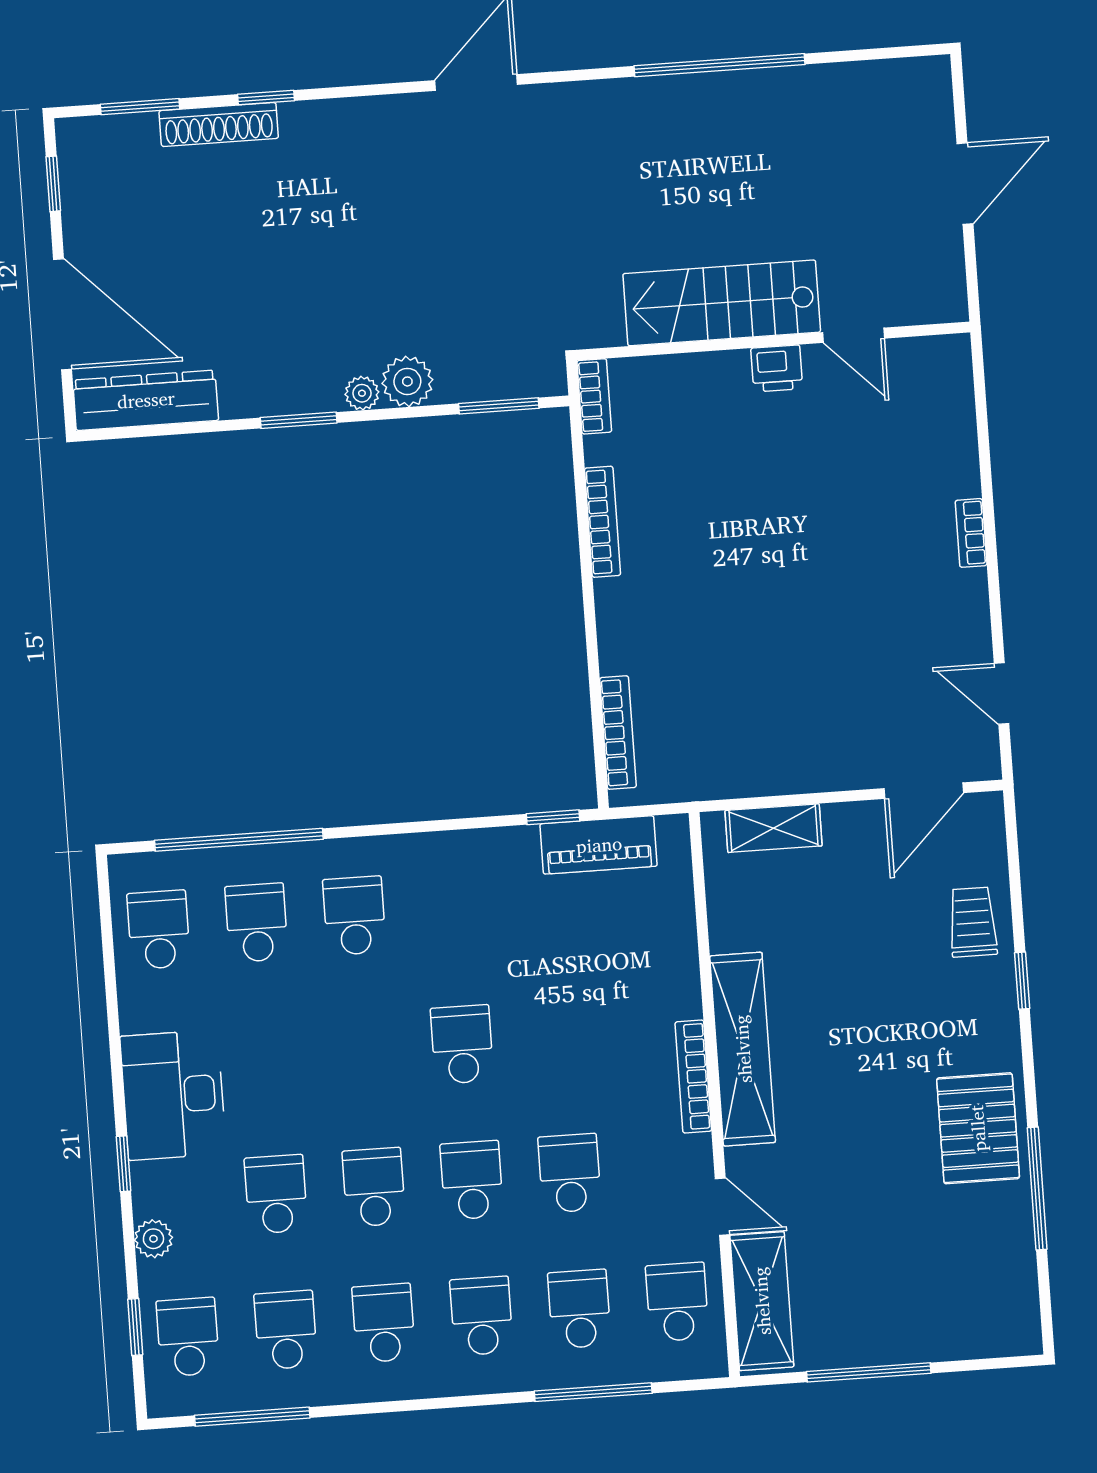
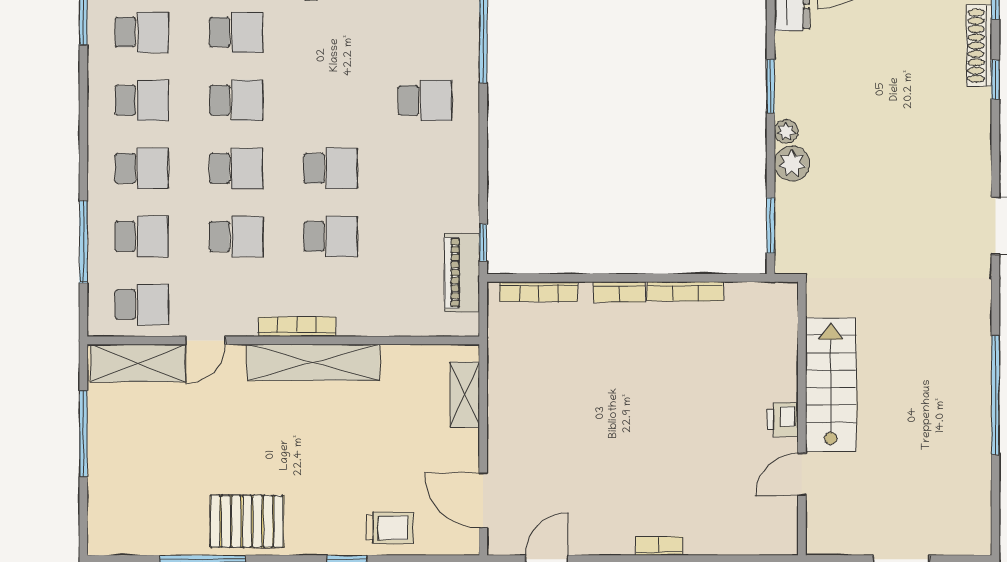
bookcase: (594, 396) -> (619, 292), moved
school desk: (257, 923) -> (331, 236), moved

